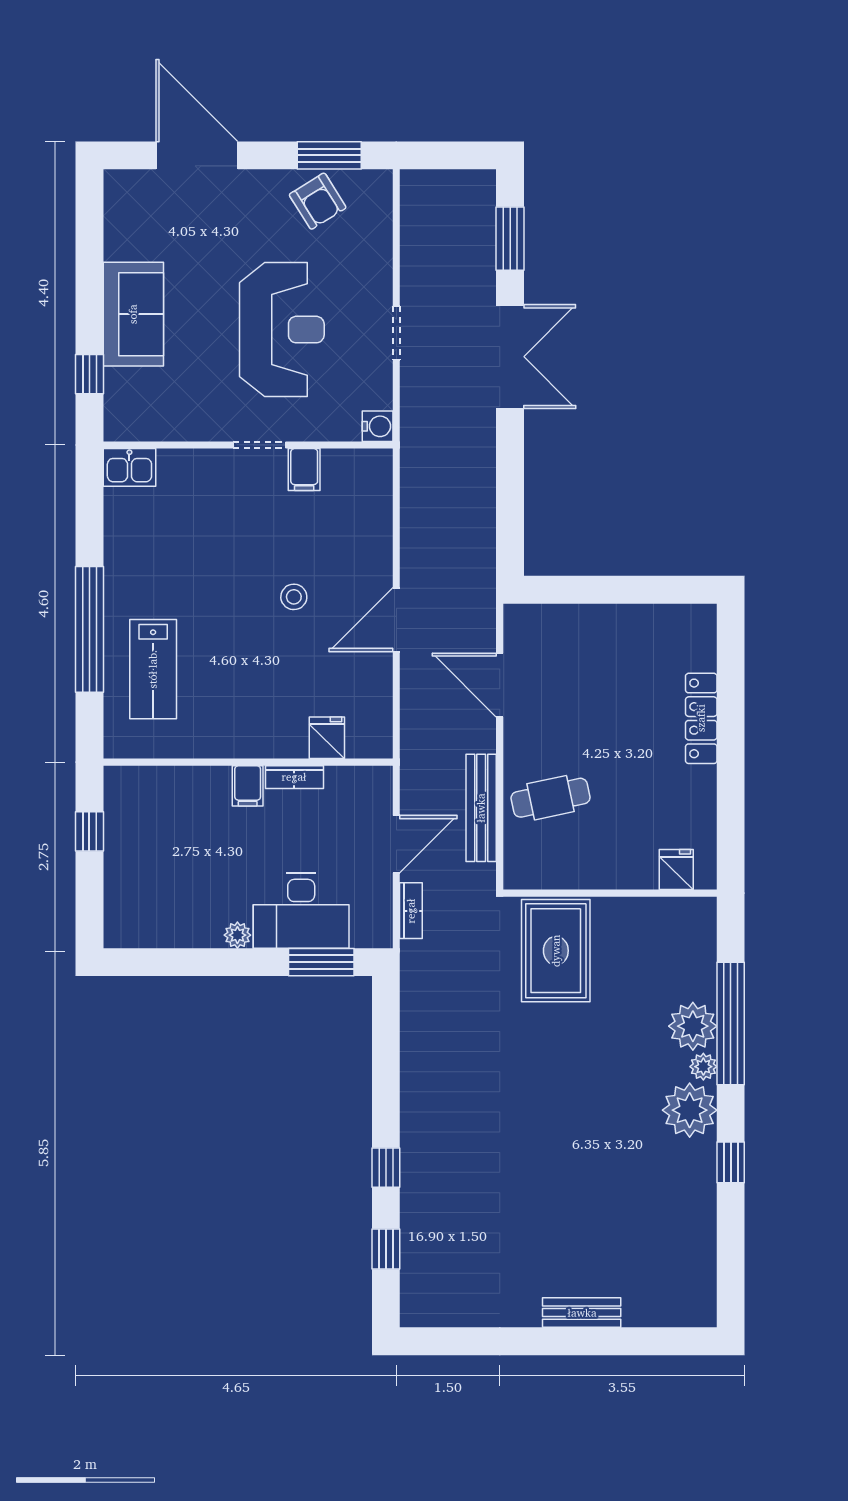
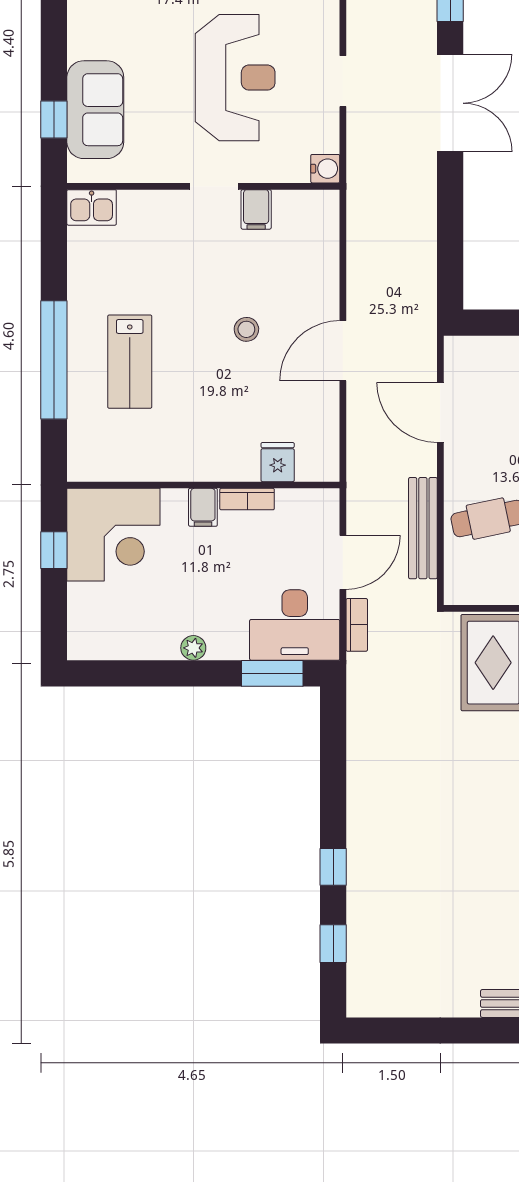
sofa: (133, 314) -> (95, 110), moved
lab bench: (153, 669) -> (130, 362), moved
corner desk: (153, 815) -> (113, 535), added
desk: (301, 911) -> (295, 625), moved

